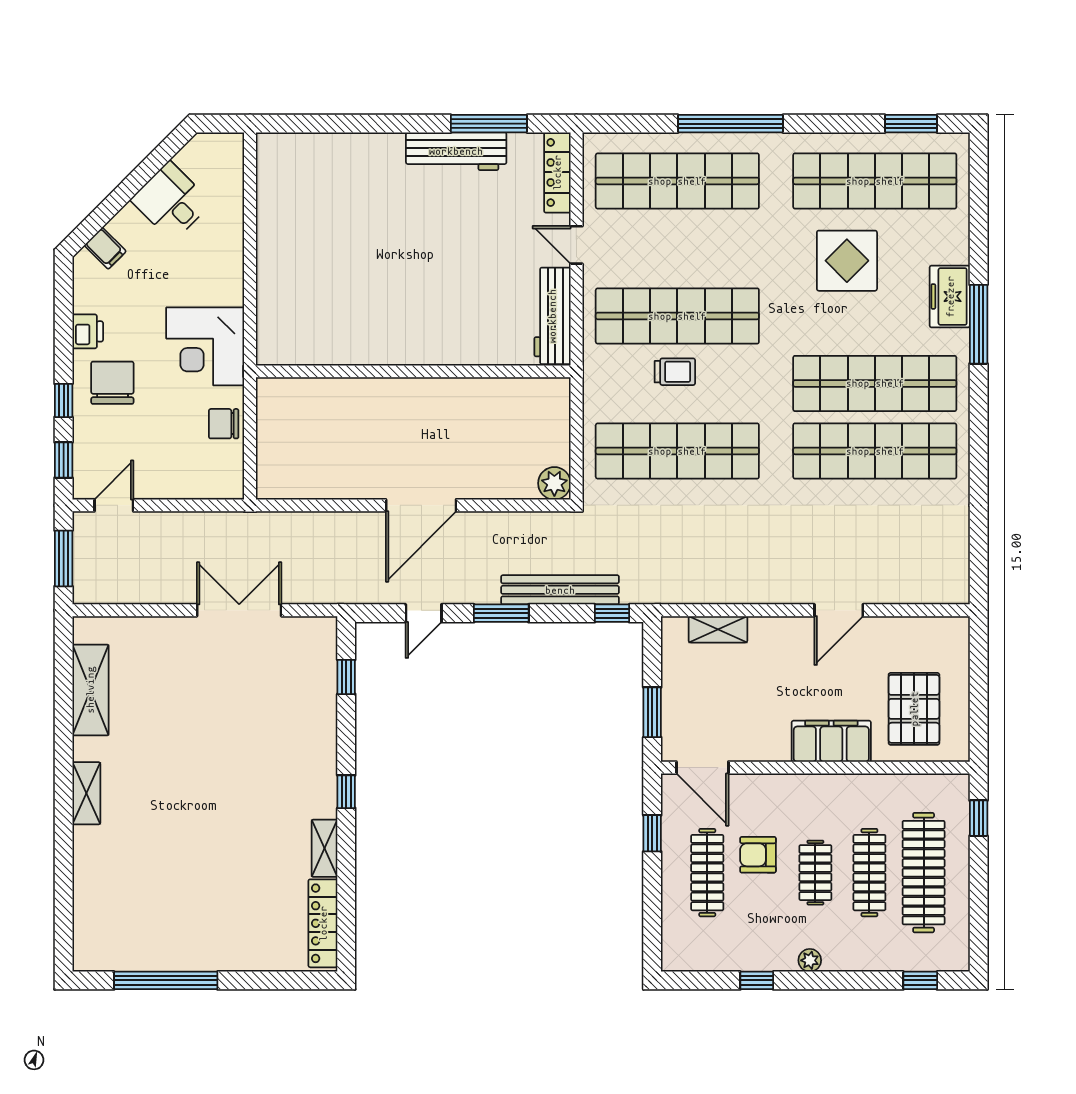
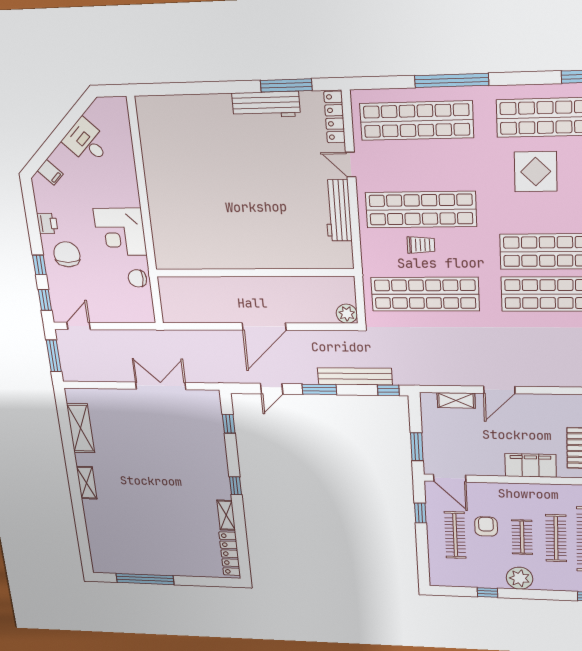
wall: (413, 371) -> (254, 273), moved
door: (839, 610) -> (499, 390), moved
armchair: (758, 855) -> (486, 526), turned 90
plant: (810, 960) -> (520, 578), width x1.88, depth x1.88

